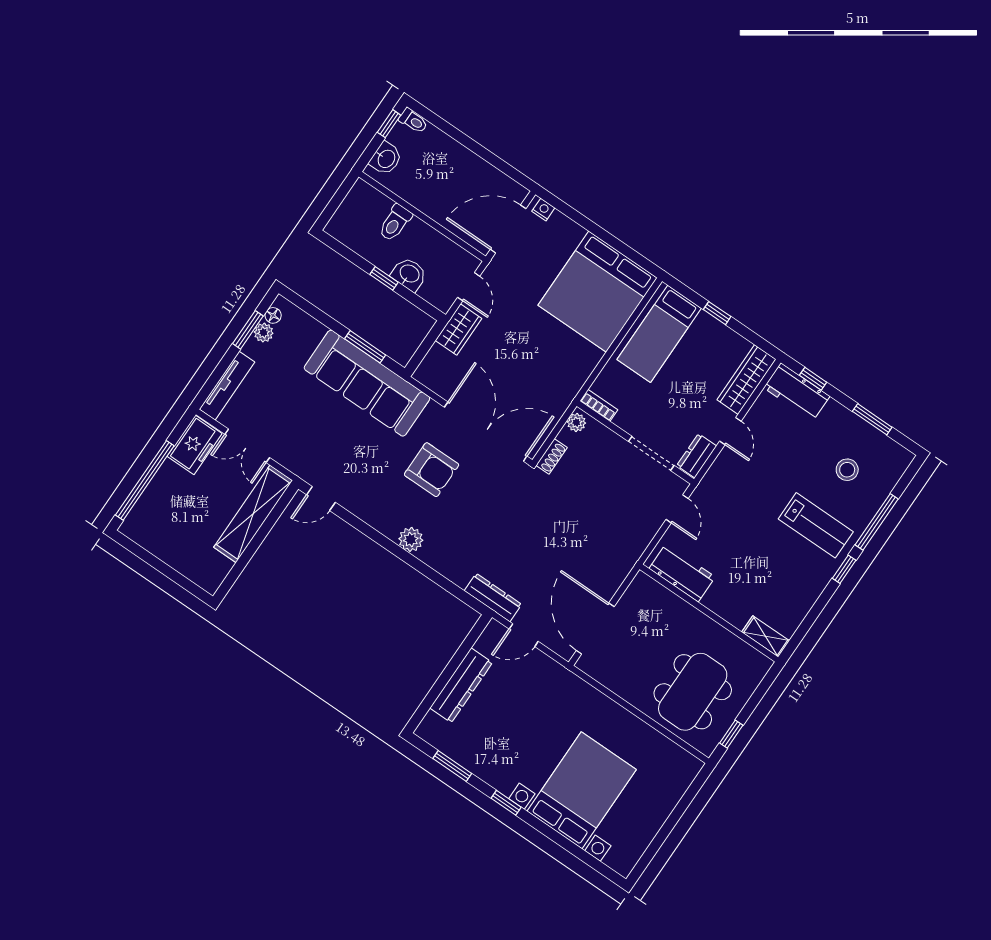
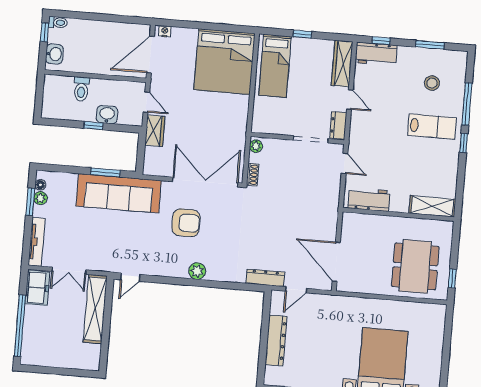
bookcase: (599, 405) -> (263, 128), removed
shelving: (766, 636) -> (432, 206), width x1.50, depth x1.33

